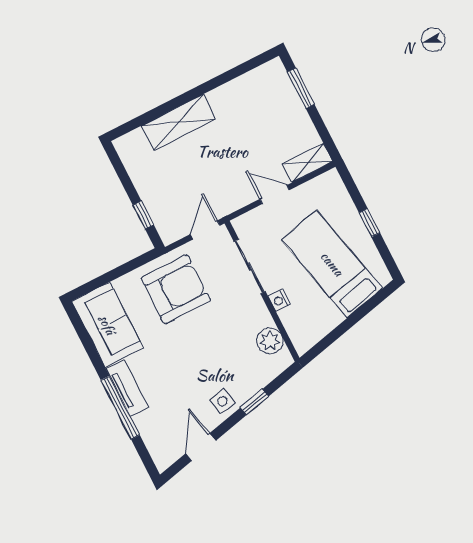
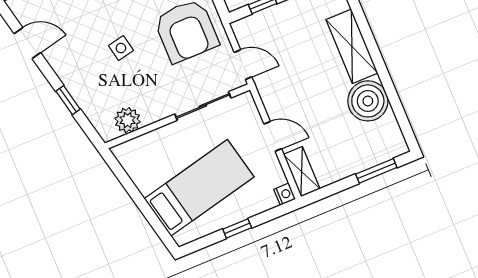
boiler: (232, 102) -> (368, 101), added
door: (275, 195) -> (273, 136), hinge flipped
nightstand: (279, 300) -> (285, 194), moved, turned 90
side table: (223, 401) -> (121, 48), moved

